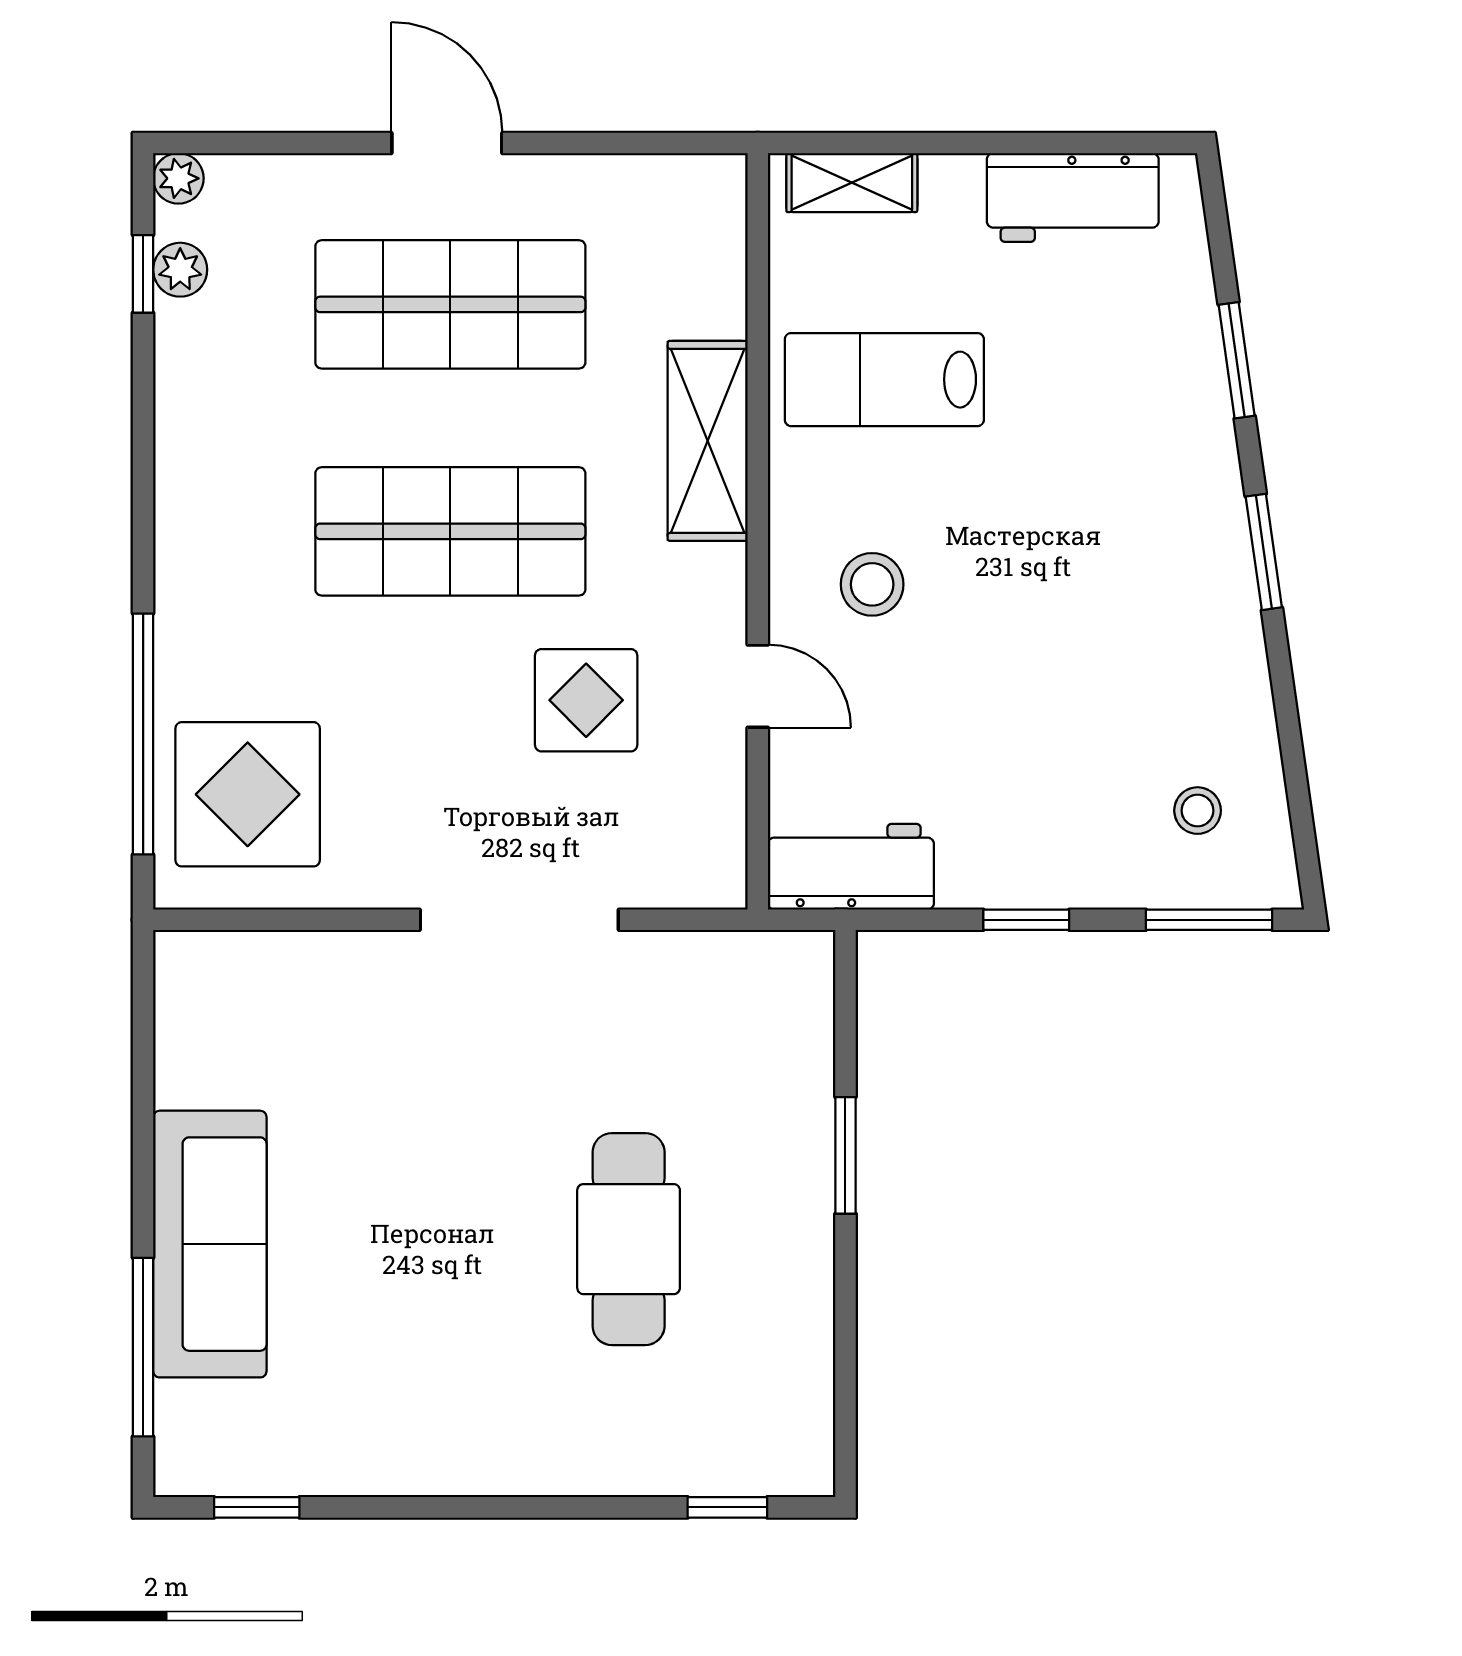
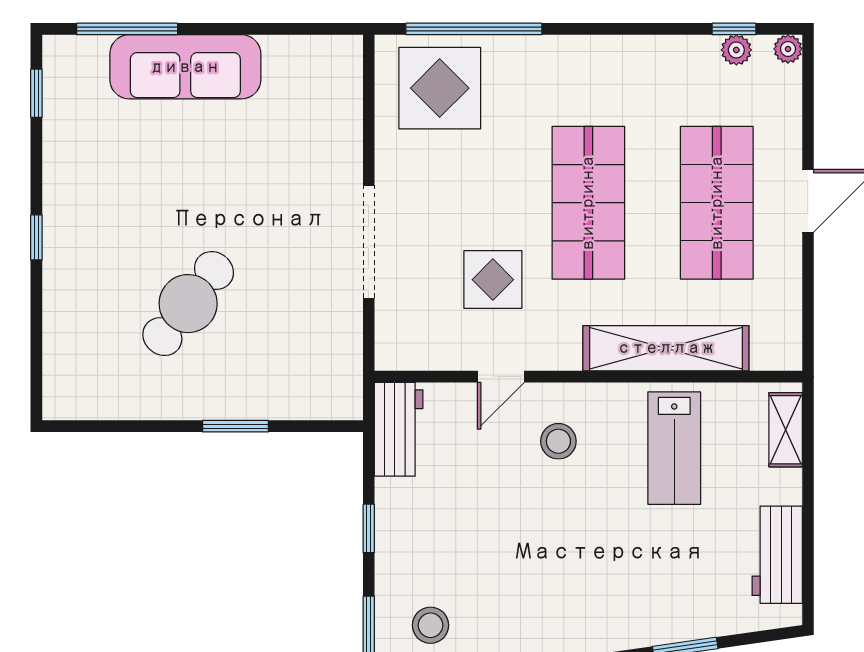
lab bench: (884, 380) -> (674, 448), turned 180
shelving: (708, 441) -> (666, 348), width x1.47
stool: (1198, 811) -> (431, 625), width x1.37, depth x1.37
cafe table: (629, 1239) -> (188, 304), turned -52
window: (727, 1507) -> (36, 237), moved

